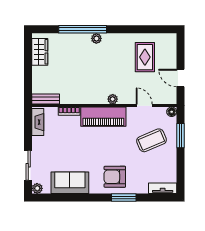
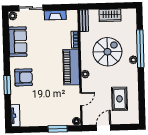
wardrobe: (40, 52) -> (110, 15), moved
rug: (145, 57) -> (119, 99), turned 90
spiral stairs: (85, 71) -> (107, 52), added
fireplace: (38, 122) -> (55, 15), moved
coffee table: (151, 140) -> (53, 106), removed
armchair: (115, 177) -> (24, 77), turned 90

